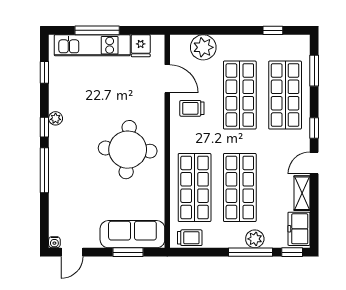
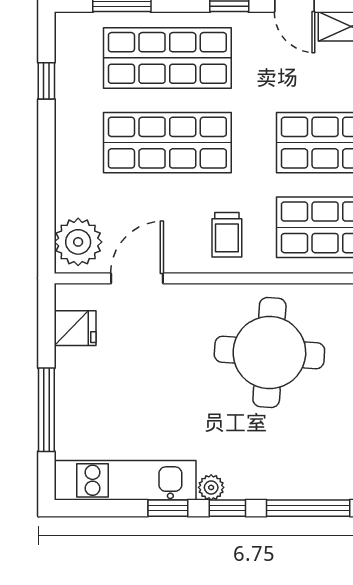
kitchen unit: (92, 45) -> (125, 480), moved, turned -90
plant: (203, 47) -> (78, 242), moved
window: (44, 72) -> (168, 508), moved
trolley: (192, 108) -> (227, 235), moved

